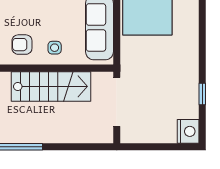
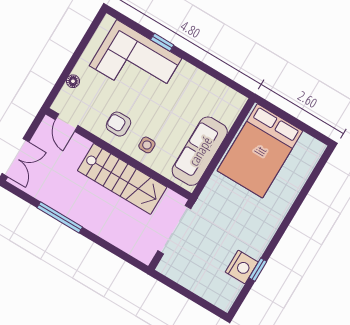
nightstand: (188, 131) -> (242, 267), moved

